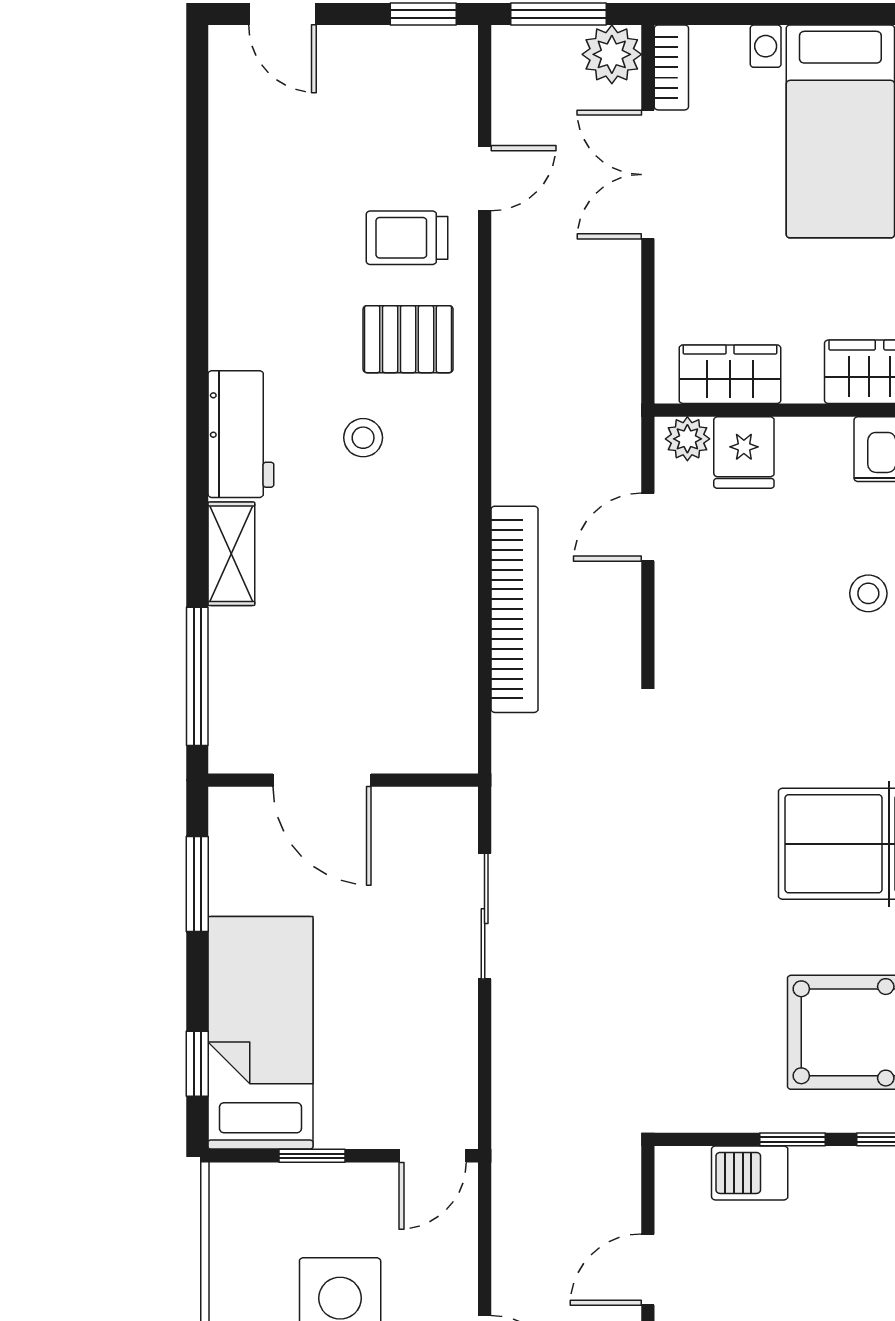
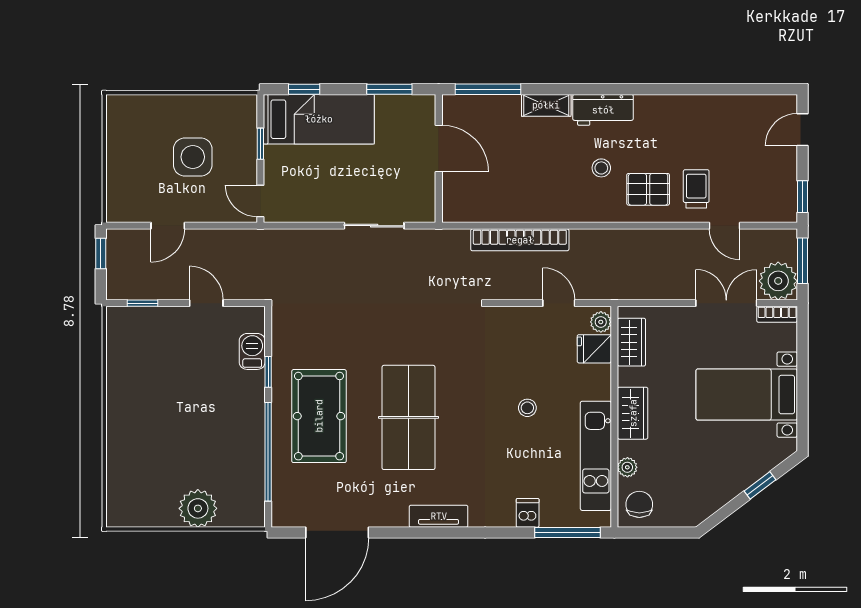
plant: (612, 54) -> (778, 281), width x1.36, depth x1.36
pallet: (408, 339) -> (648, 189), turned 90
door: (322, 780) -> (439, 148), swing flipped

